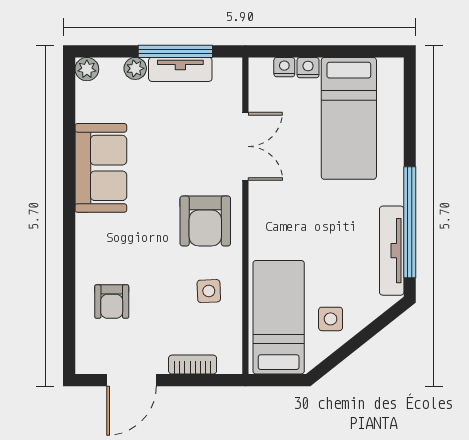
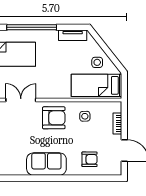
sofa: (101, 168) -> (46, 164), moved
window: (410, 222) -> (32, 27), moved
tv unit: (392, 251) -> (73, 35), width x0.71

